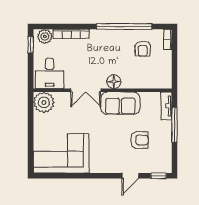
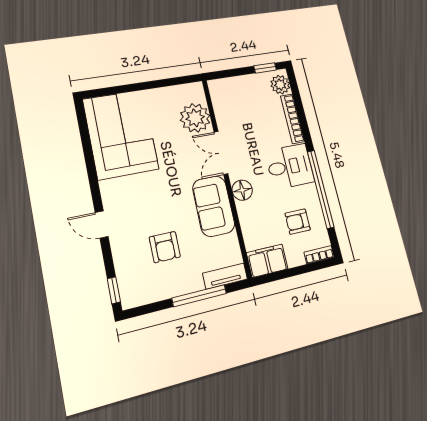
desk: (50, 73) -> (290, 166), moved, turned 180
filing cabinet: (163, 76) -> (267, 261), added
plant: (44, 102) -> (195, 118), moved
door: (130, 176) -> (102, 224), moved

